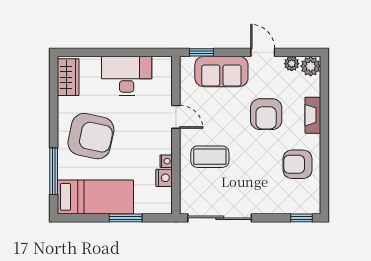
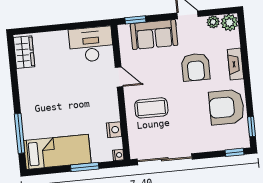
desk: (127, 76) -> (91, 44), moved
armchair: (91, 136) -> (48, 100), removed
nightstand: (166, 161) -> (118, 155), moved
armchair: (298, 164) -> (227, 107), width x1.36, depth x1.36
window: (324, 190) -> (251, 127), added

